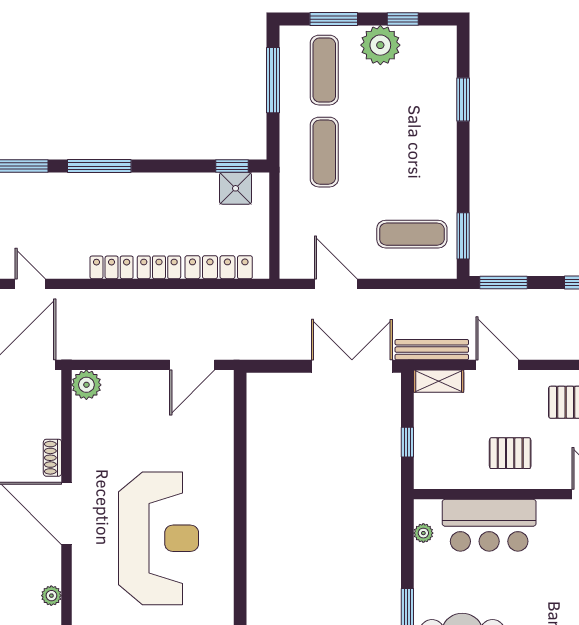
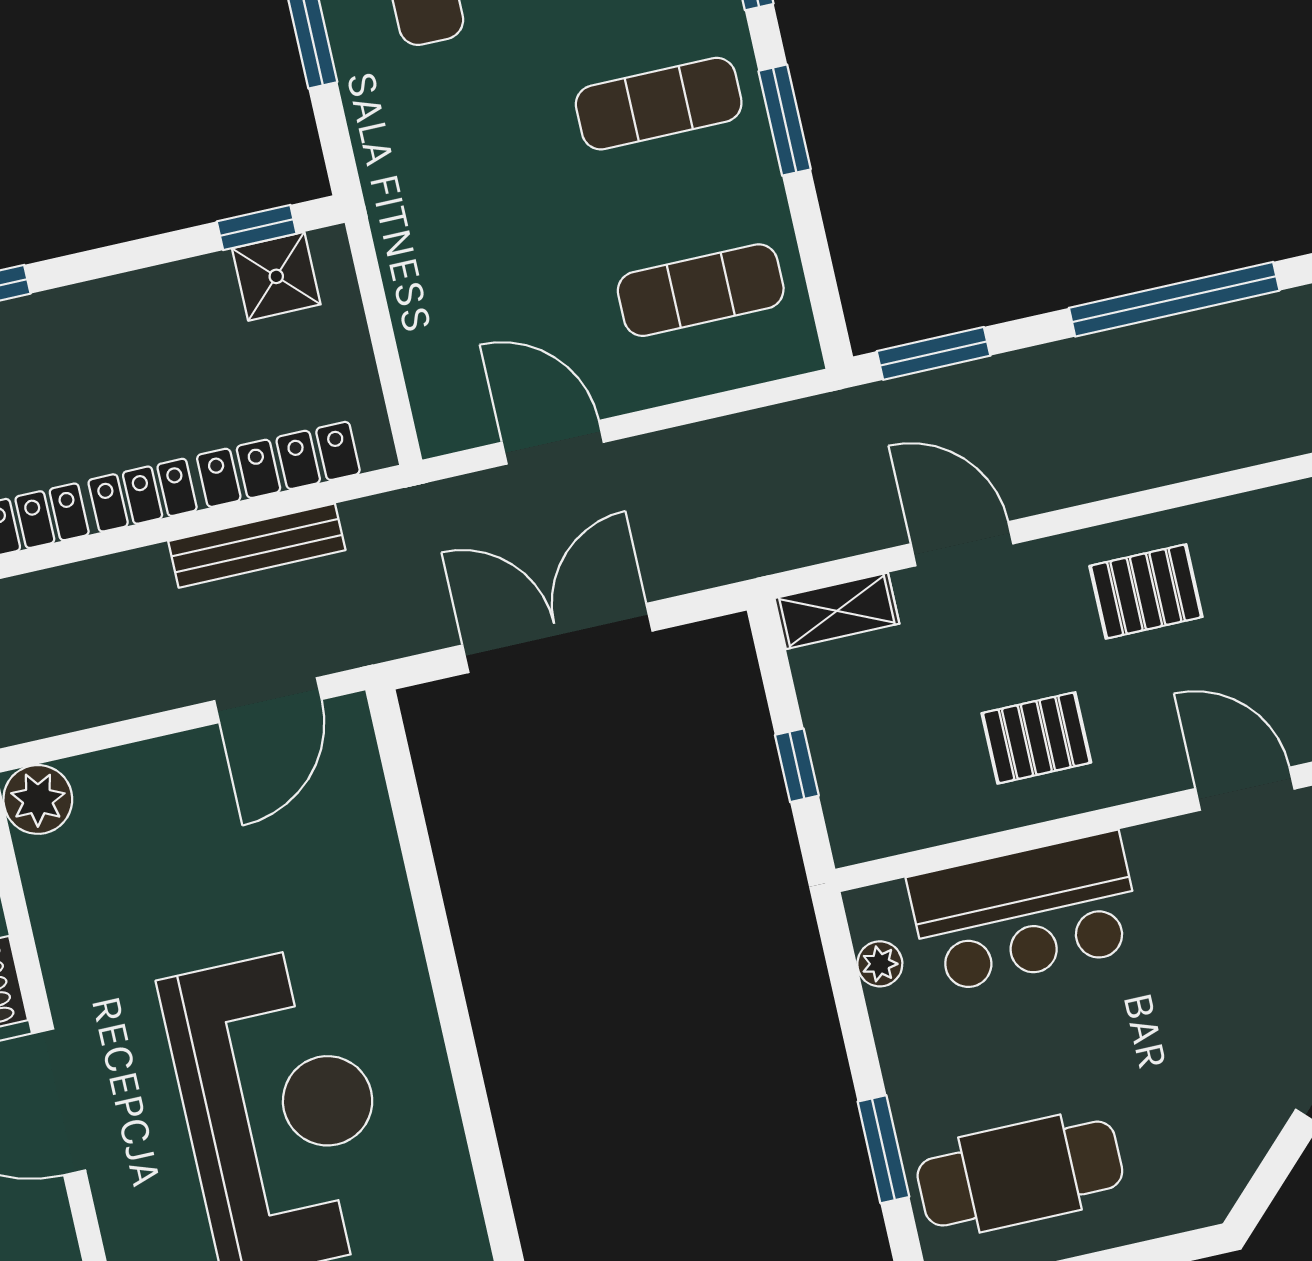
exercise mat: (324, 152) -> (659, 104), moved, turned 90
window: (463, 236) -> (785, 120), moved
bench: (432, 350) -> (257, 546), moved
double door: (352, 366) -> (557, 638), moved

